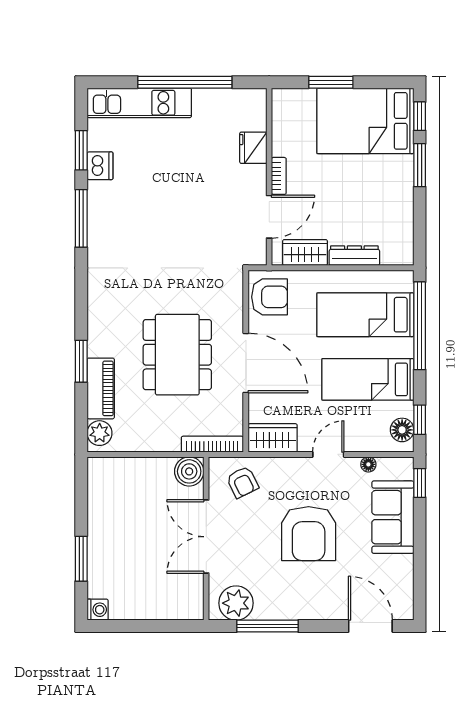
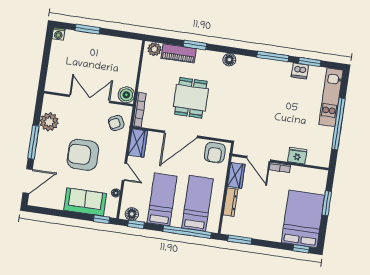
window: (420, 165) -> (240, 240), moved
floor lamp: (99, 295) -> (229, 60), added
dining table: (177, 355) -> (191, 98), width x0.73
plant: (236, 603) -> (49, 122), moved
window: (268, 626) -> (33, 142), moved

